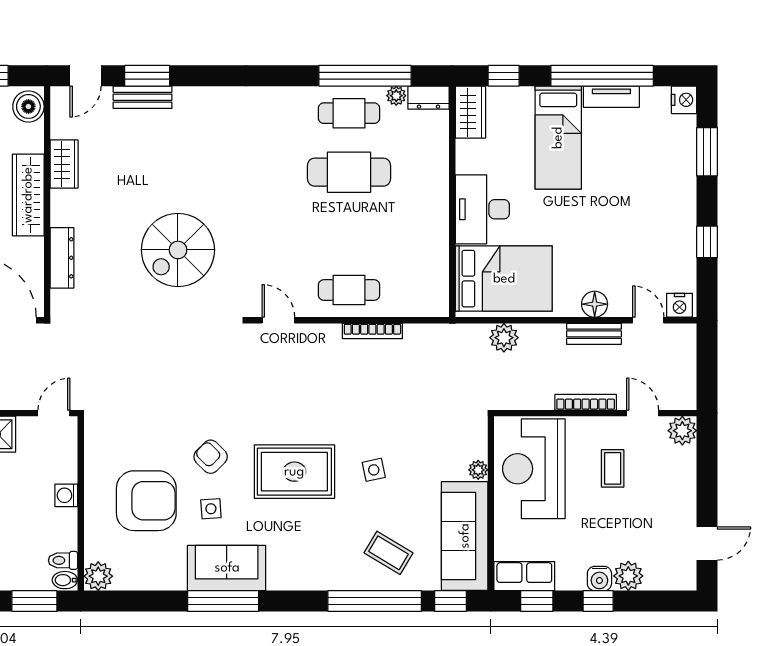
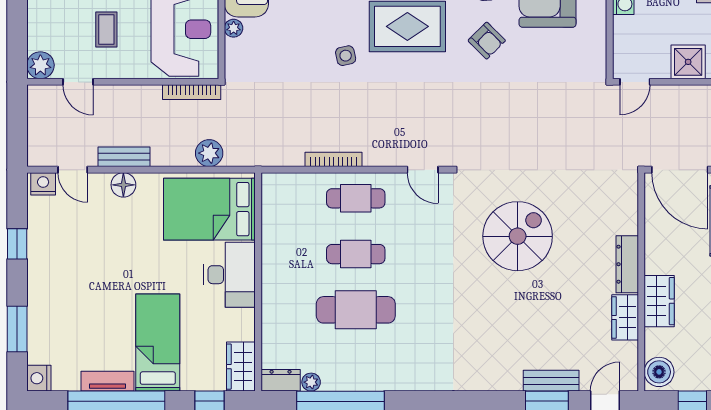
cafe table: (349, 113) -> (356, 254), moved
wardrobe: (28, 195) -> (659, 301), width x0.67
dresser: (62, 258) -> (627, 264), moved
bookcase: (586, 402) -> (192, 92), moved
side table: (374, 470) -> (346, 56), moved

